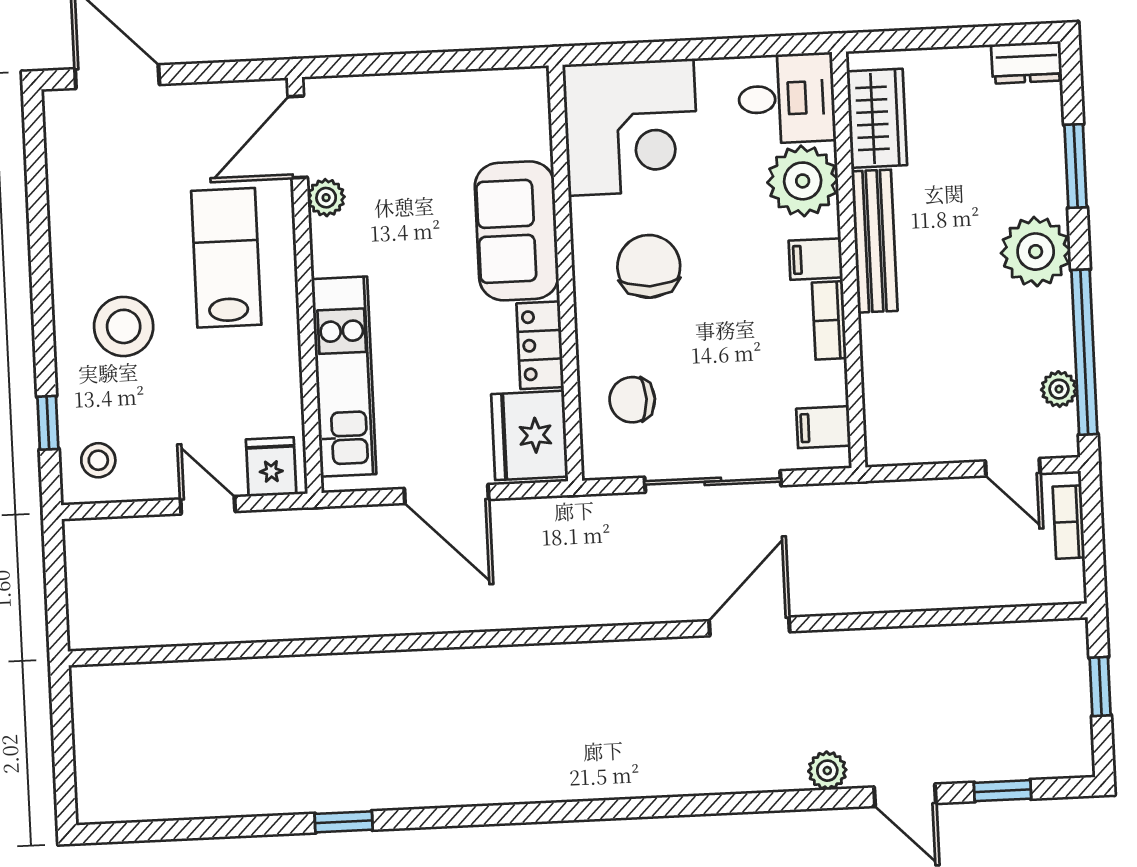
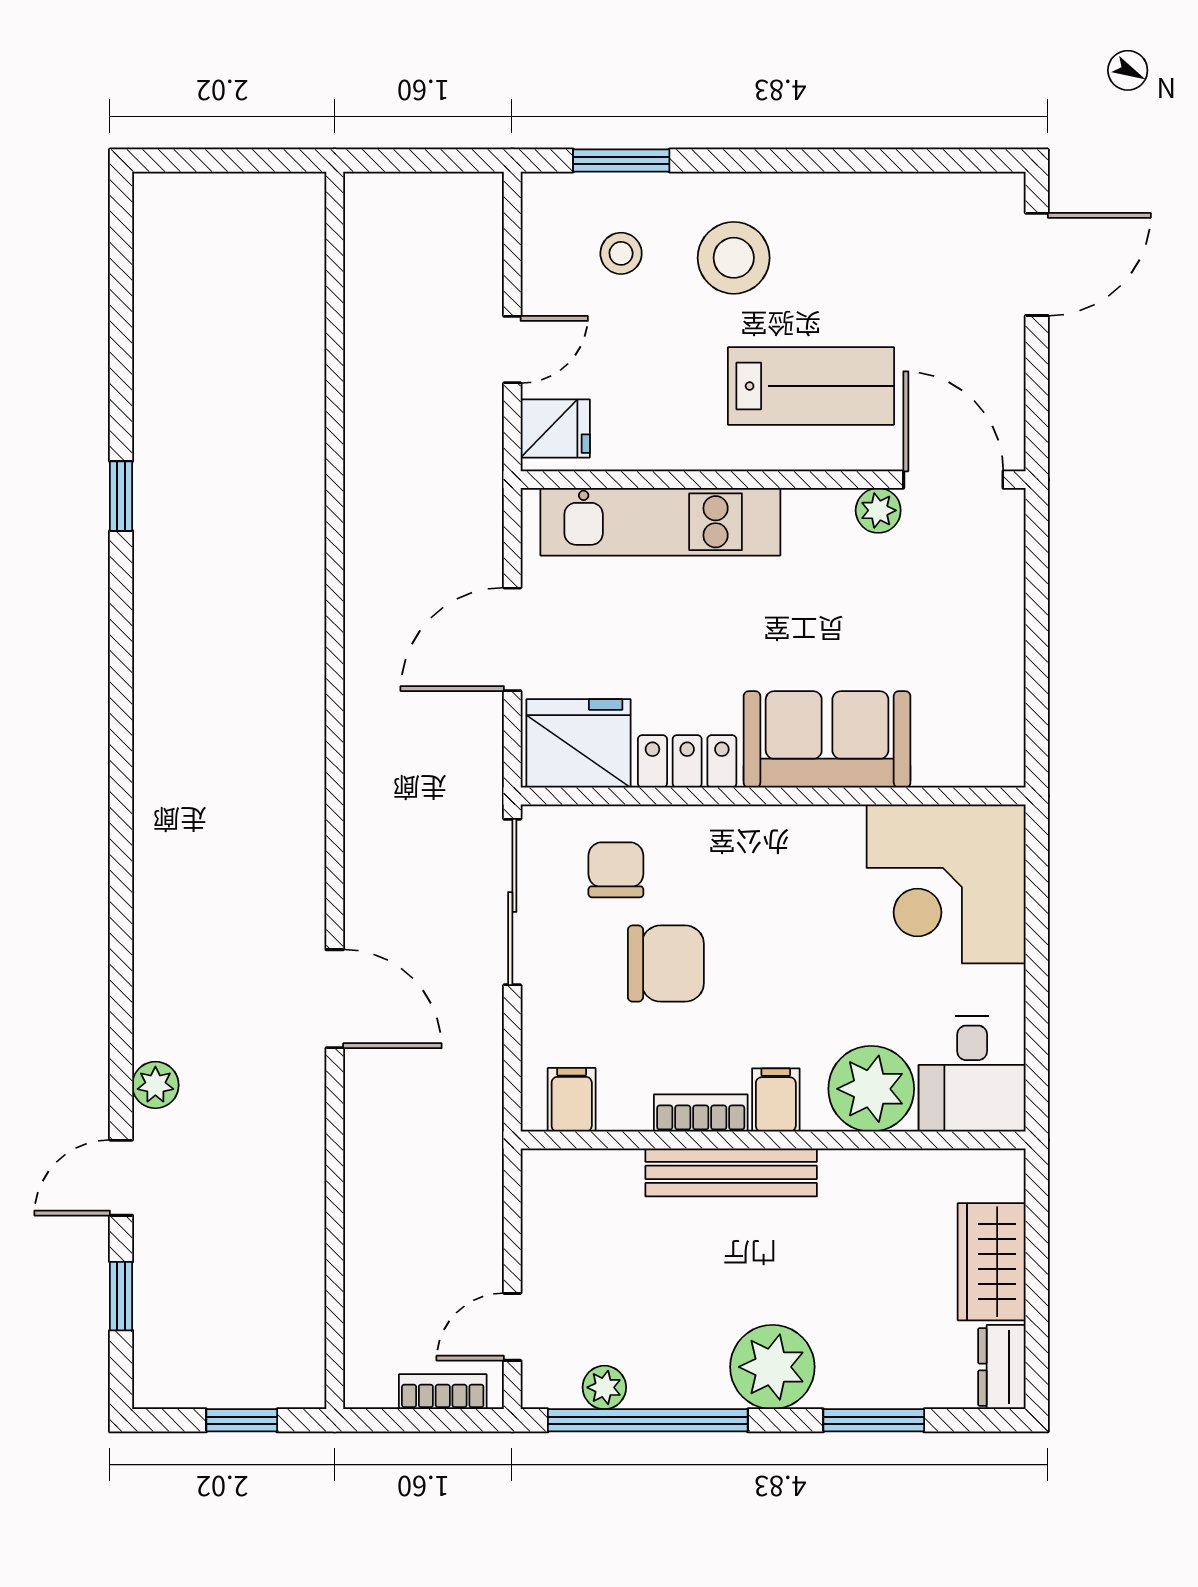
wardrobe: (877, 118) -> (992, 1262), moved, turned 90
bench: (874, 241) -> (731, 1172), moved
chair: (649, 266) -> (666, 964), moved
window: (48, 423) -> (621, 161), width x1.50
stool: (98, 460) -> (621, 253), moved
sliding door: (713, 481) -> (512, 902), moved

